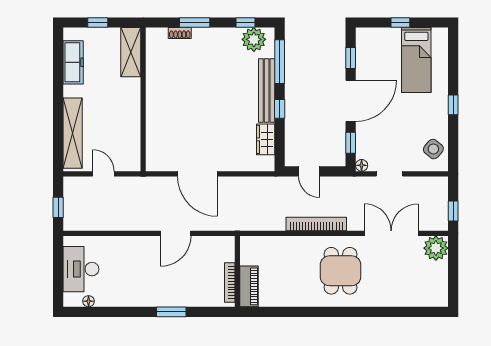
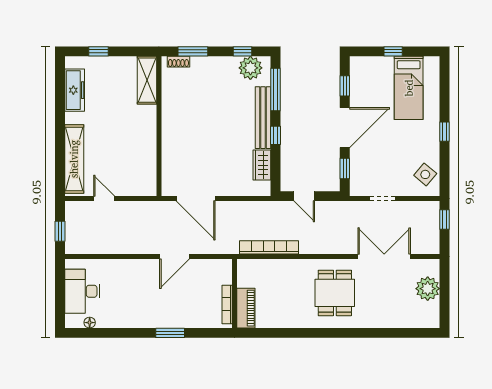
shelving: (131, 52) -> (147, 80), moved
wall: (143, 99) -> (159, 126), moved
floor lamp: (362, 165) -> (355, 190), removed
window: (453, 211) -> (444, 220), moved
bookcase: (316, 224) -> (269, 247), moved
plant: (436, 248) -> (428, 289), moved

